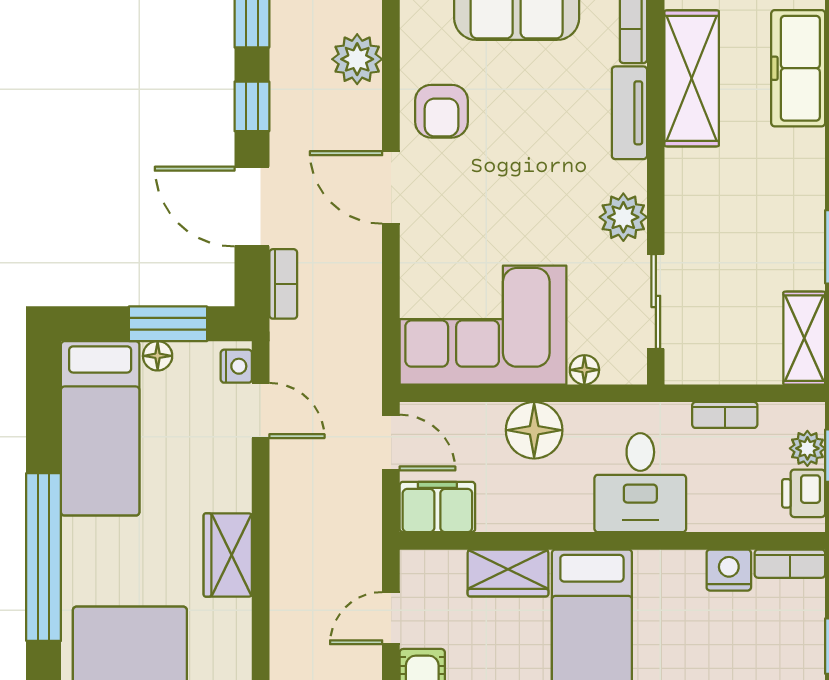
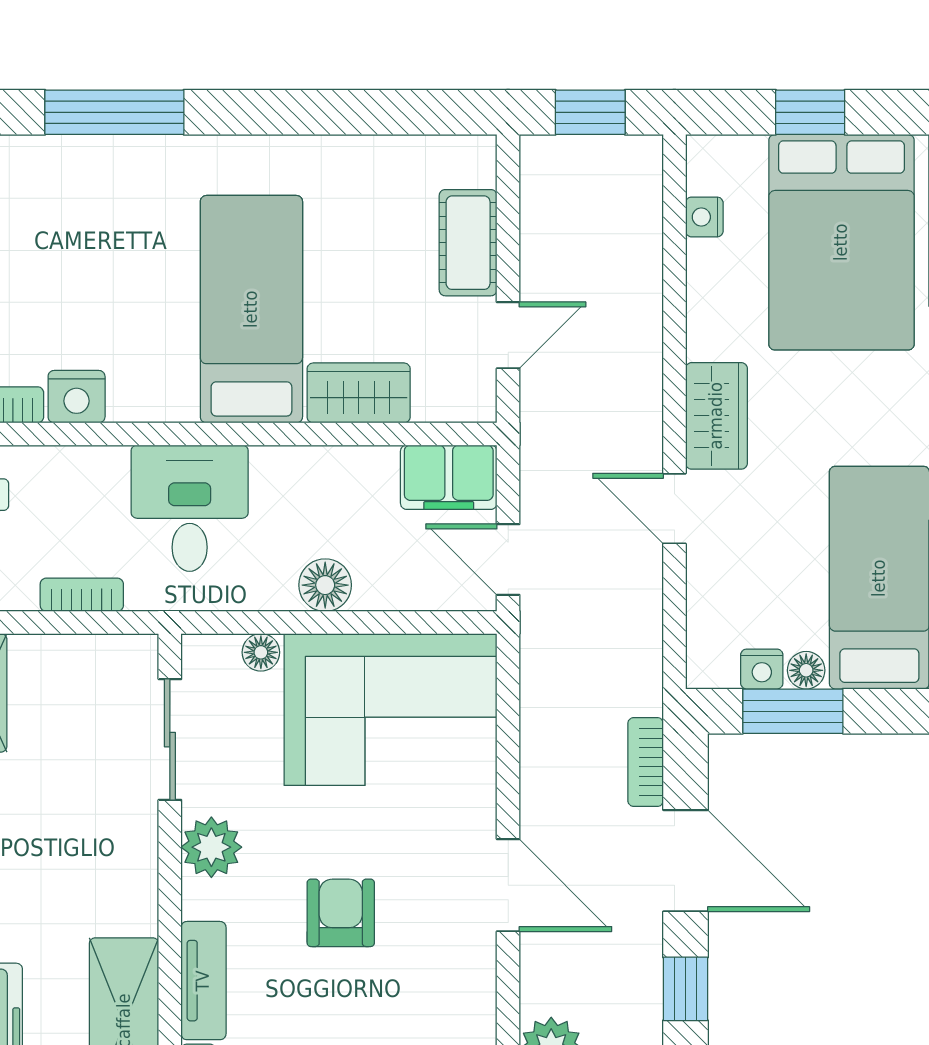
armchair: (442, 111) -> (341, 913), moved
nightstand: (236, 366) -> (762, 669), moved, turned -90
door: (261, 410) -> (674, 509), moved
floor lamp: (534, 430) -> (325, 585), width x0.73, depth x0.73

